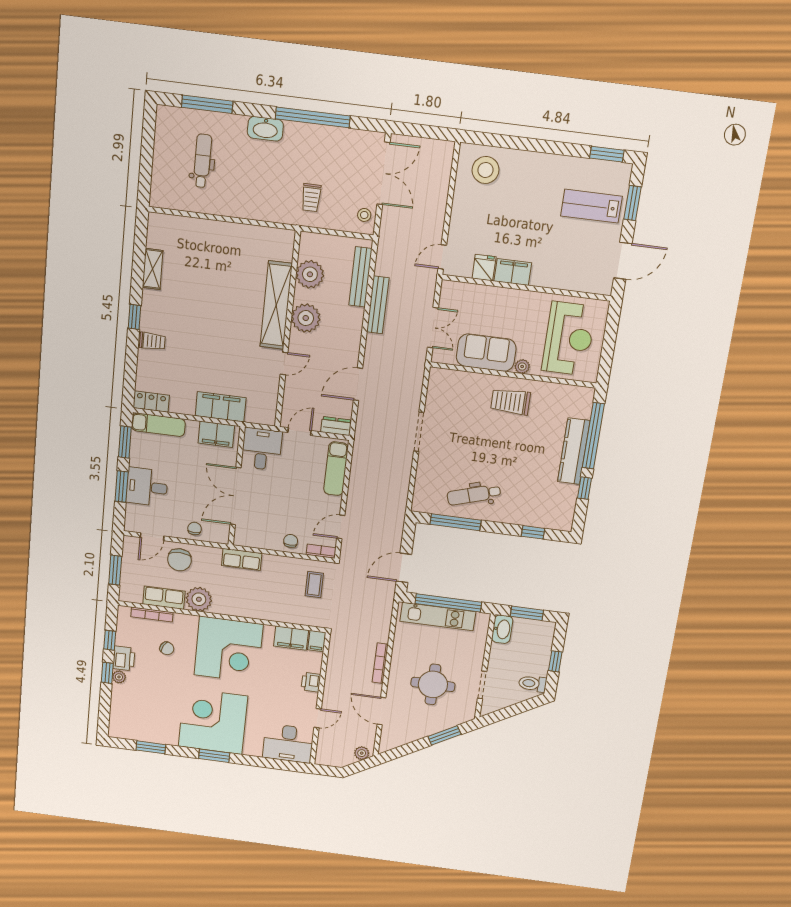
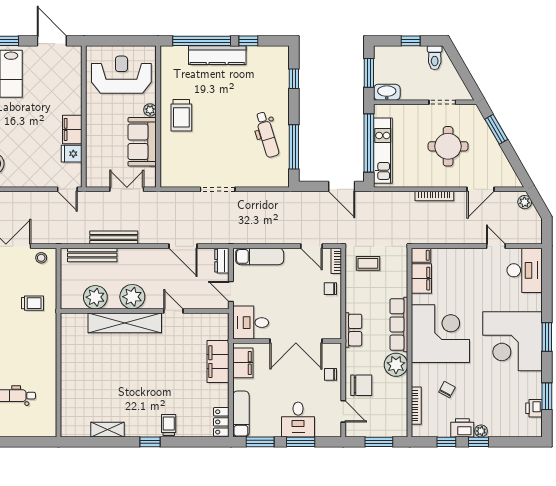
row of seats: (164, 598) -> (399, 324), moved, width x1.48
printer: (311, 682) -> (534, 408), moved, turned 90

